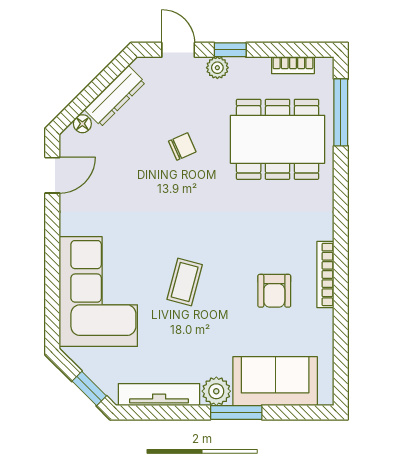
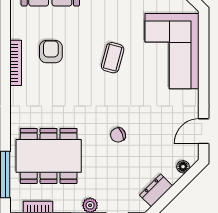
dresser: (115, 96) -> (156, 190), width x0.70
chair: (182, 146) -> (118, 135), moved

